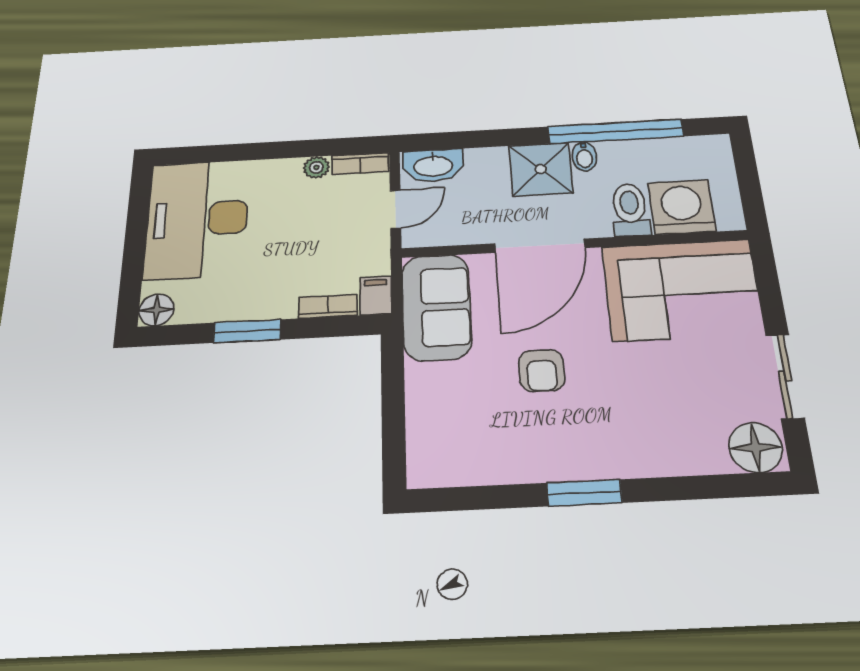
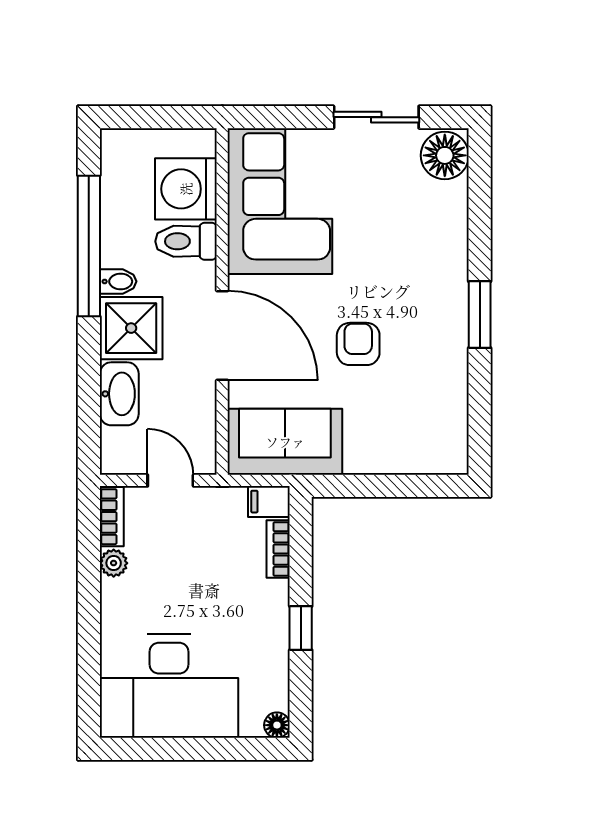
washbasin: (433, 165) -> (119, 394), moved
floor lamp: (156, 310) -> (277, 725), width x0.73, depth x0.73
window: (247, 331) -> (301, 628), width x0.67
armchair: (542, 371) -> (358, 344), turned -90

